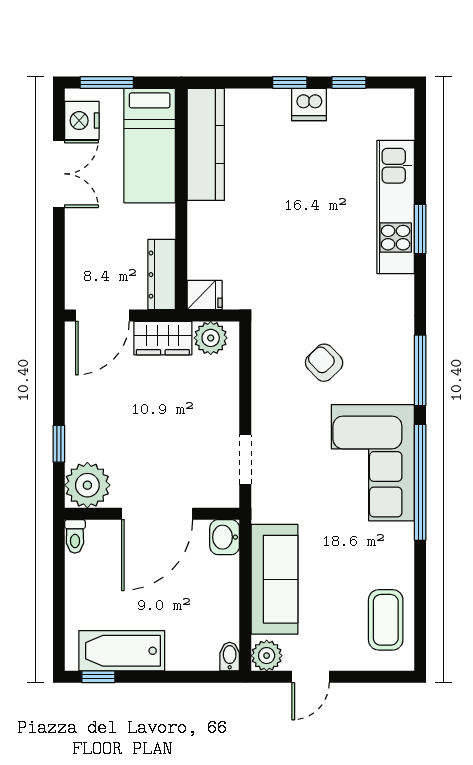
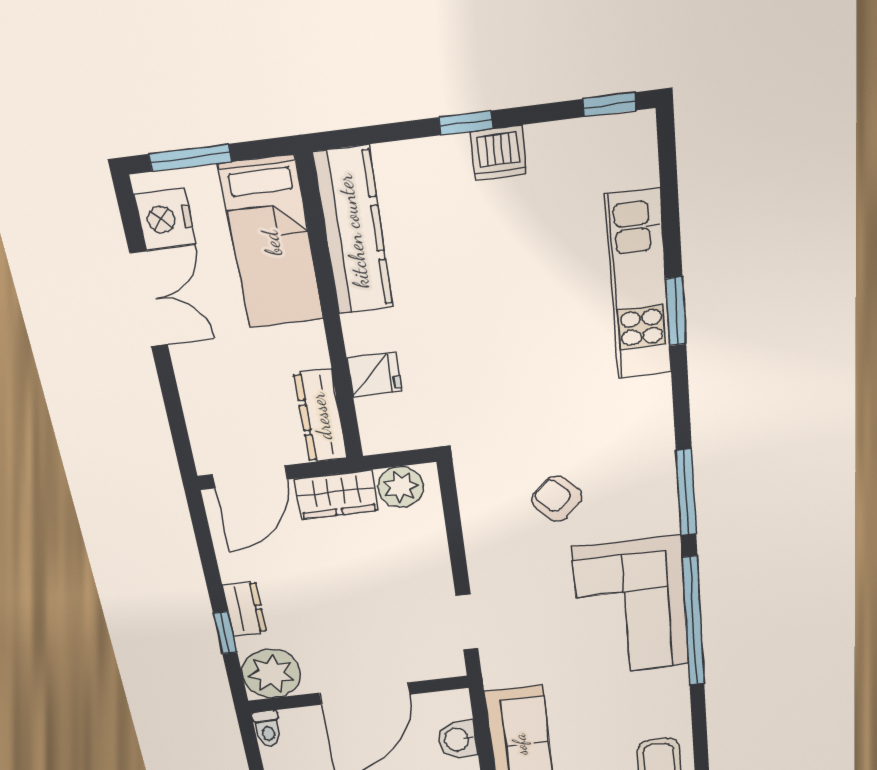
window: (349, 83) -> (609, 105), moved
fridge: (205, 295) -> (374, 374), moved
dresser: (78, 425) -> (245, 609), added
washbasin: (225, 537) -> (457, 739), moved

